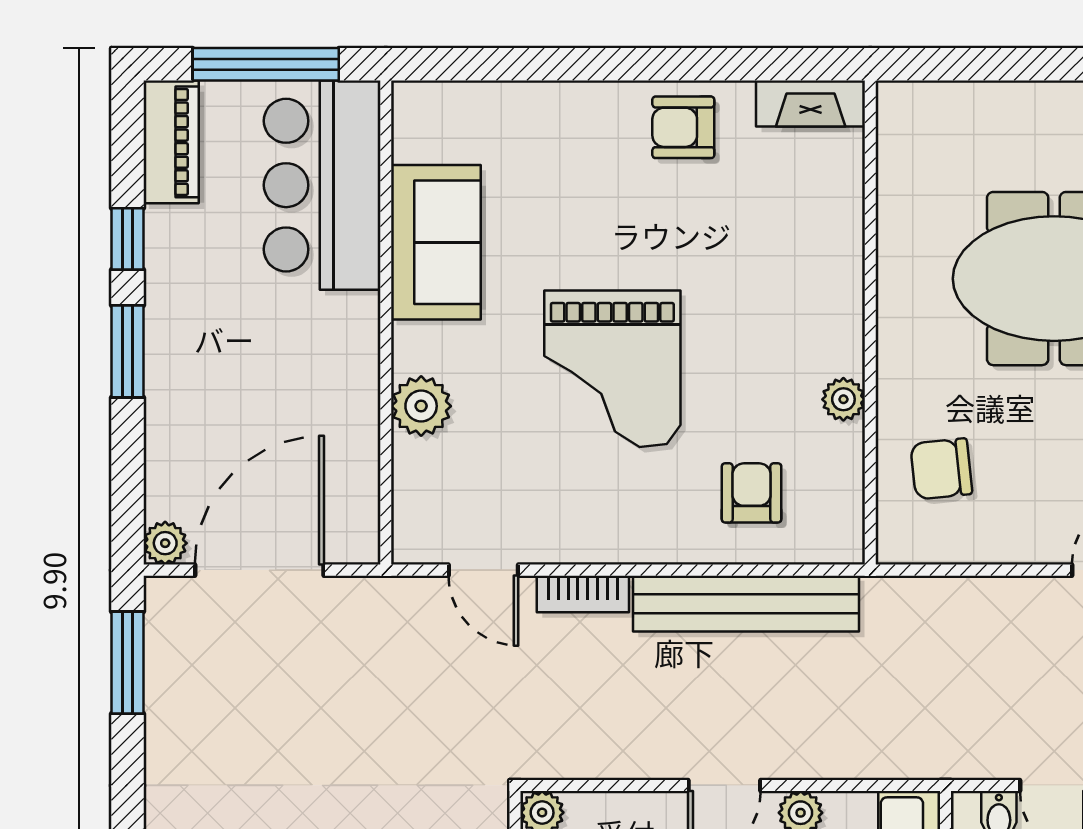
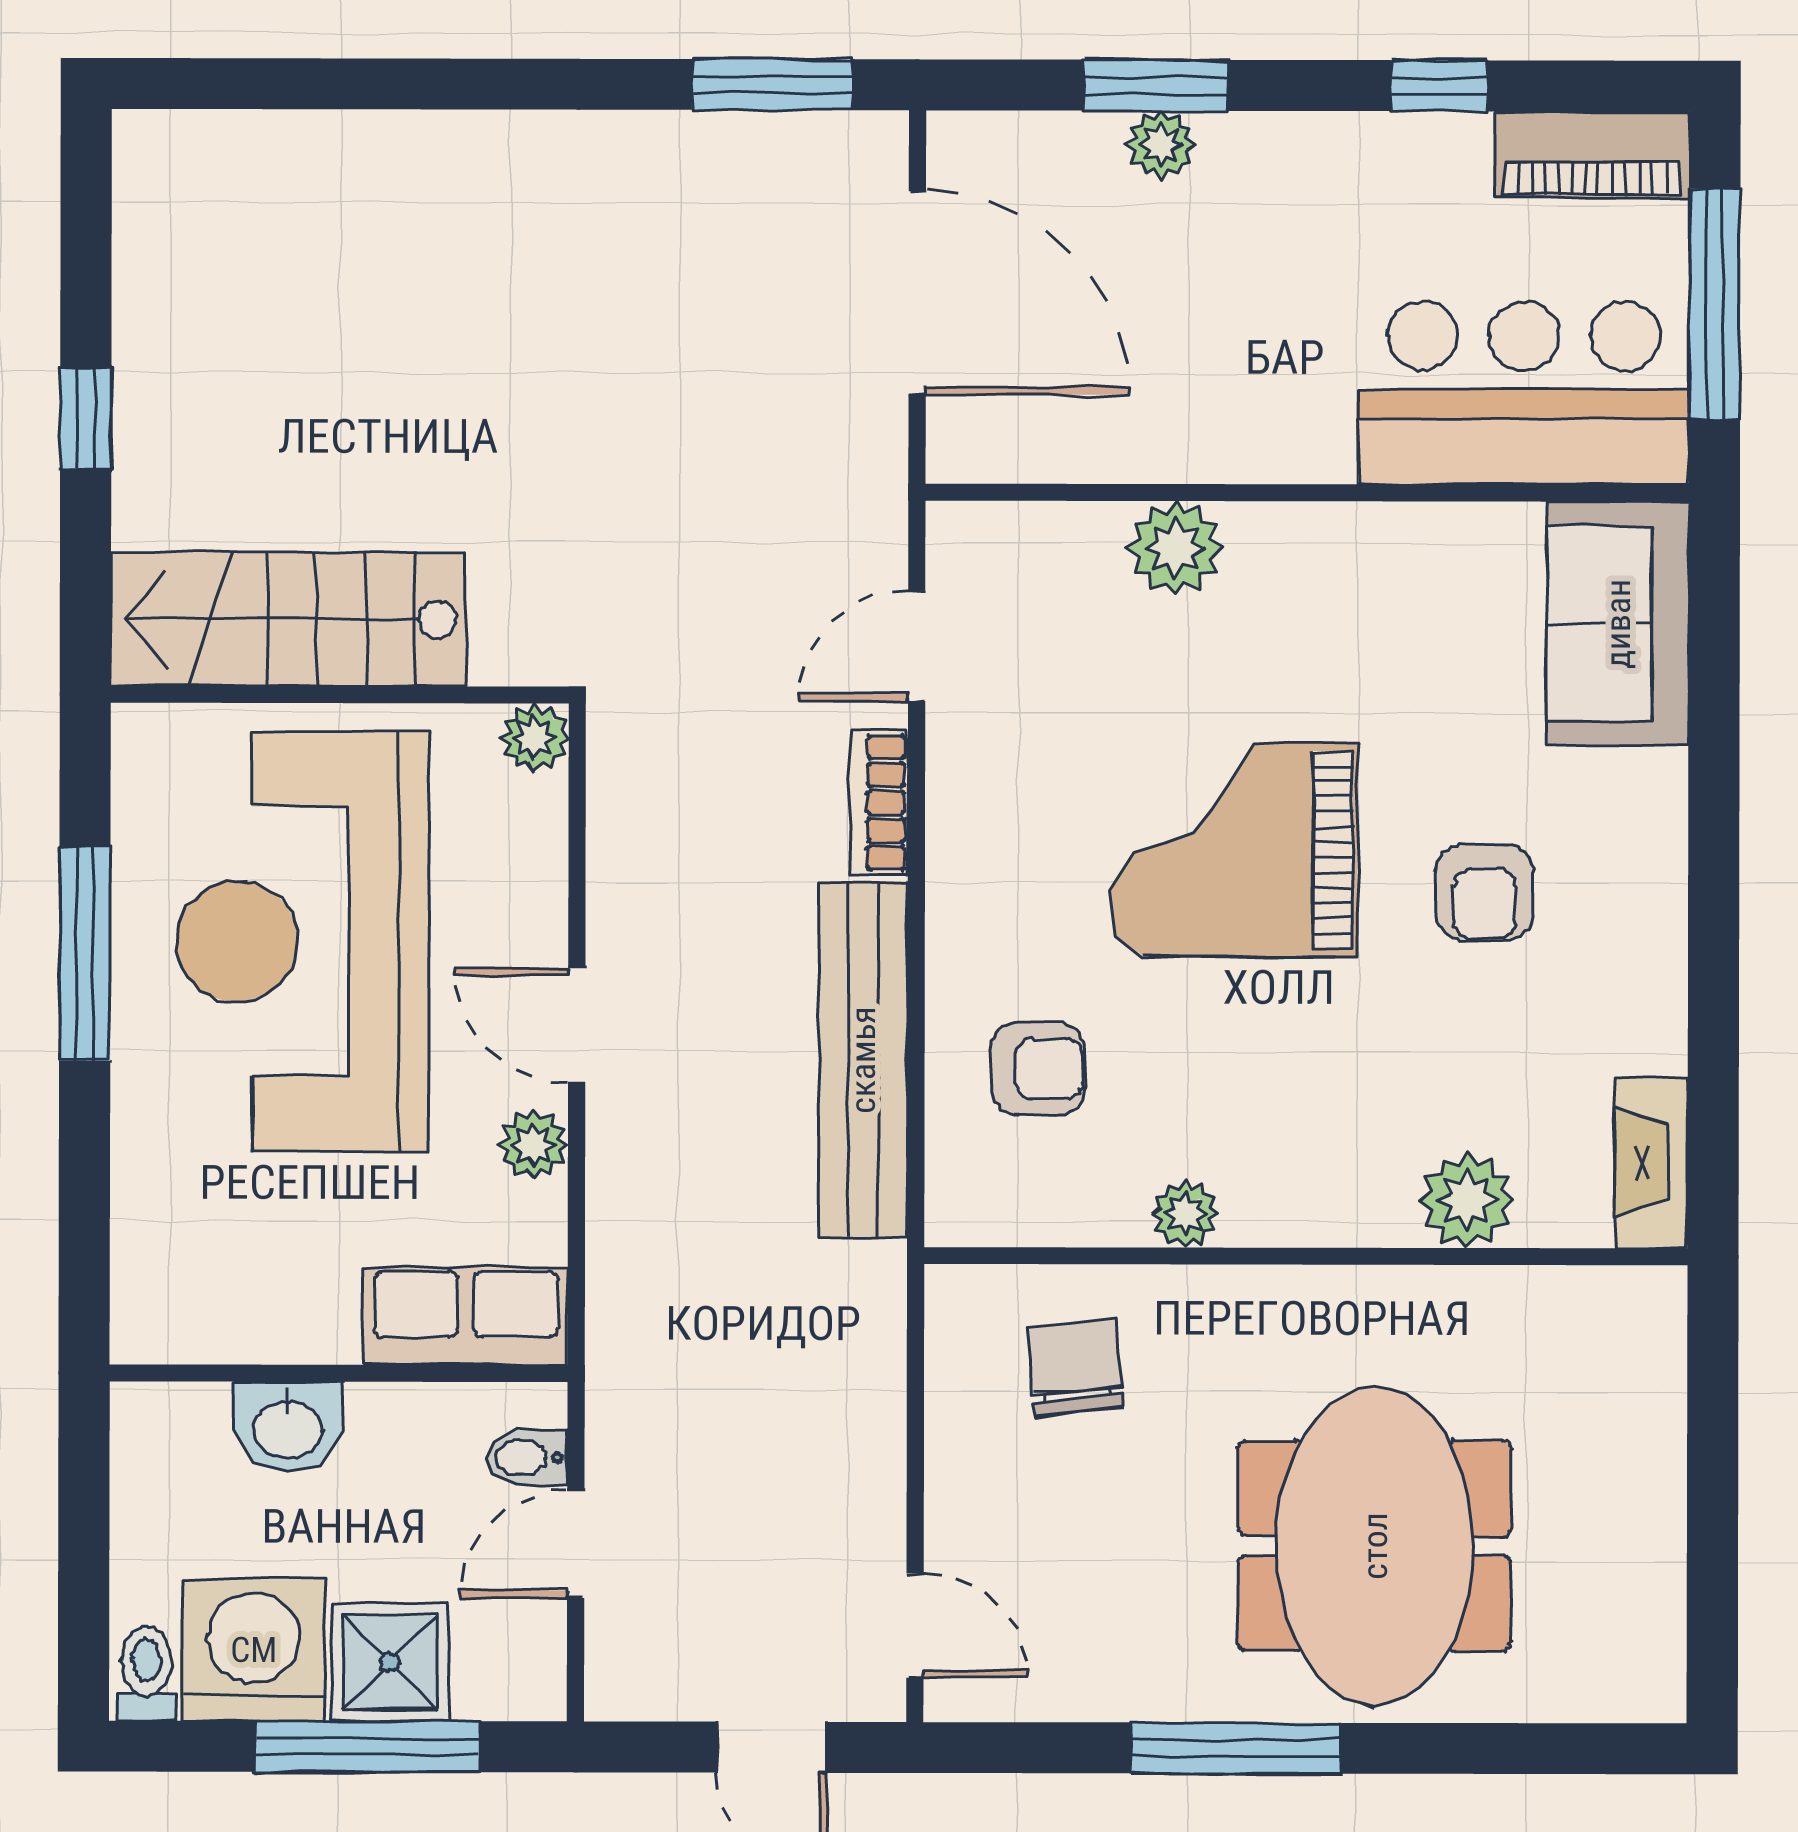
armchair: (683, 127) -> (1485, 892), moved, turned 180
plant: (835, 220) -> (1467, 1201), added
sofa: (436, 242) -> (1618, 624), moved, turned 90
window: (127, 351) -> (1155, 85), moved
plant: (165, 543) -> (1161, 145), moved

